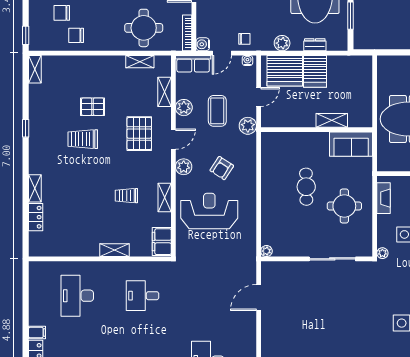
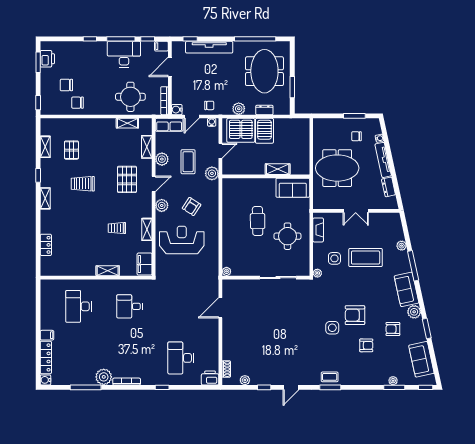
shelving: (35, 69) -> (45, 147), moved
pallet: (93, 107) -> (71, 150), moved, turned 90
shelving: (35, 188) -> (45, 198), moved

